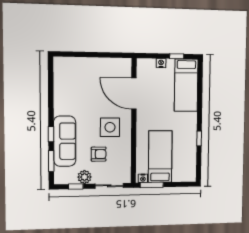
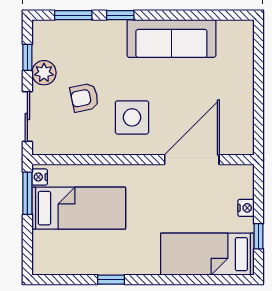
sofa: (65, 141) -> (171, 38), moved
armchair: (99, 154) -> (84, 97), turned 78

